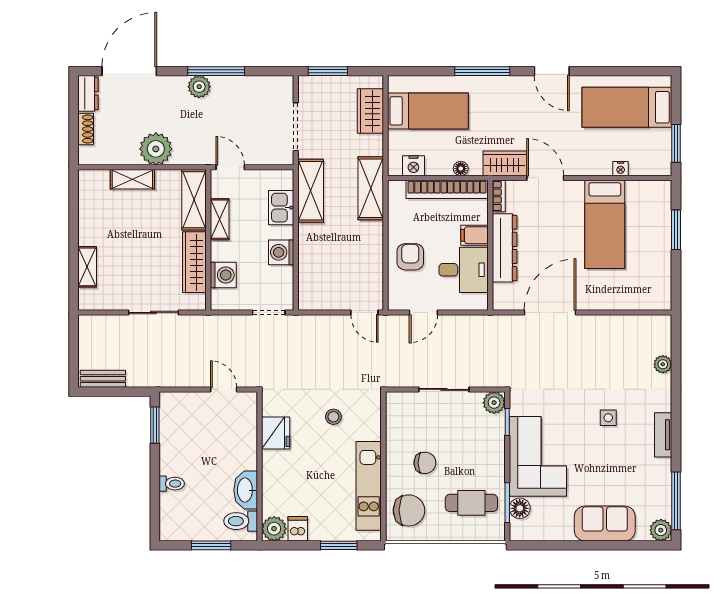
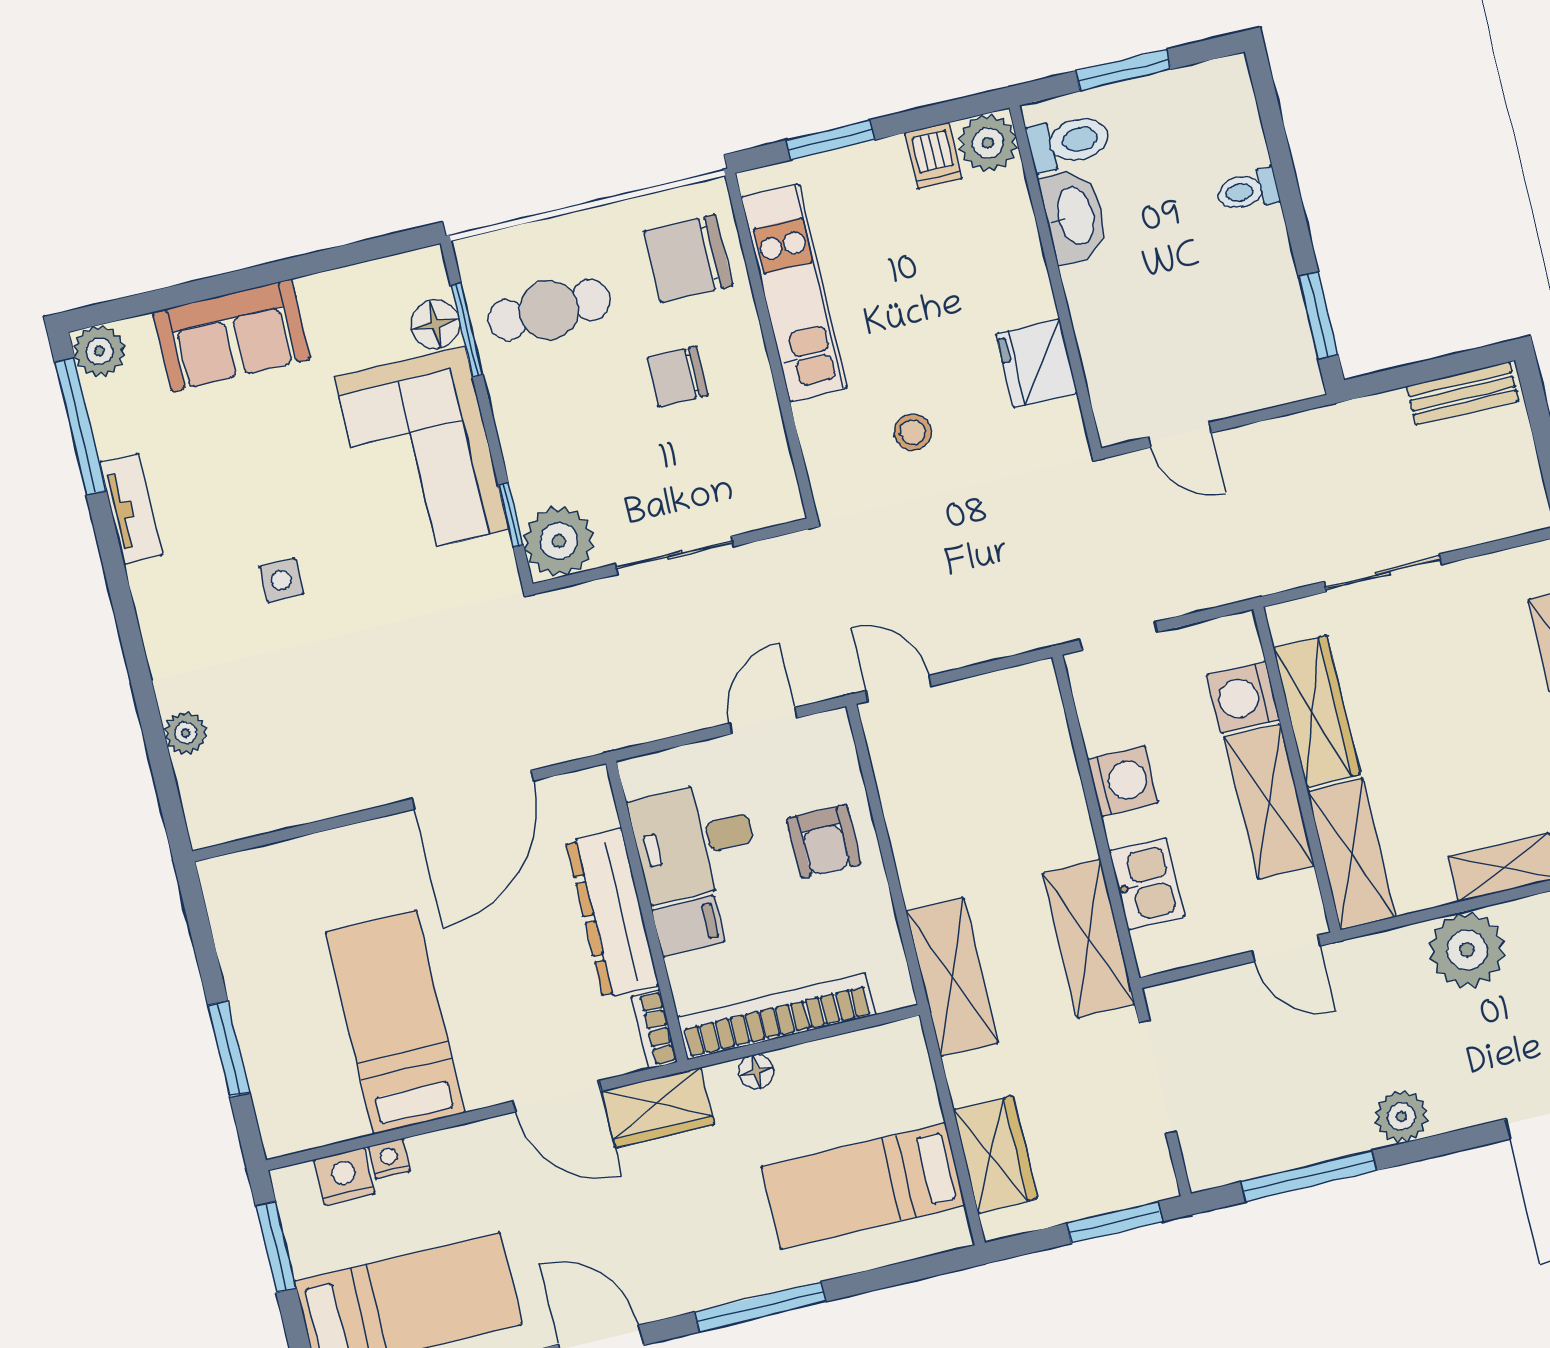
window: (216, 71) -> (1309, 1176), moved
nightstand: (413, 166) -> (344, 1176), moved
shelving: (220, 219) -> (1269, 802), width x1.50, depth x1.33
plant: (494, 403) -> (559, 541), width x1.36, depth x1.36
tv unit: (663, 435) -> (131, 509), moved

